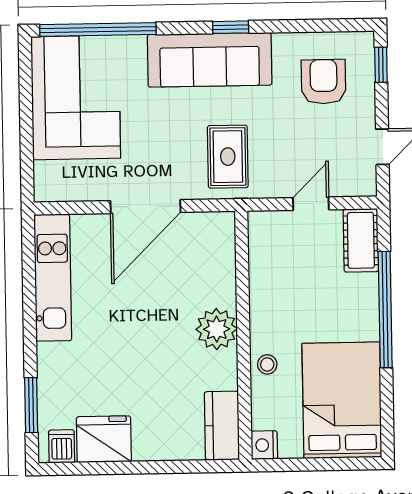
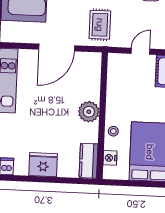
fridge: (104, 439) -> (43, 165), moved
nightstand: (264, 445) -> (110, 158), moved

